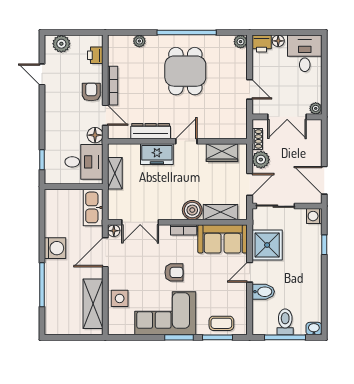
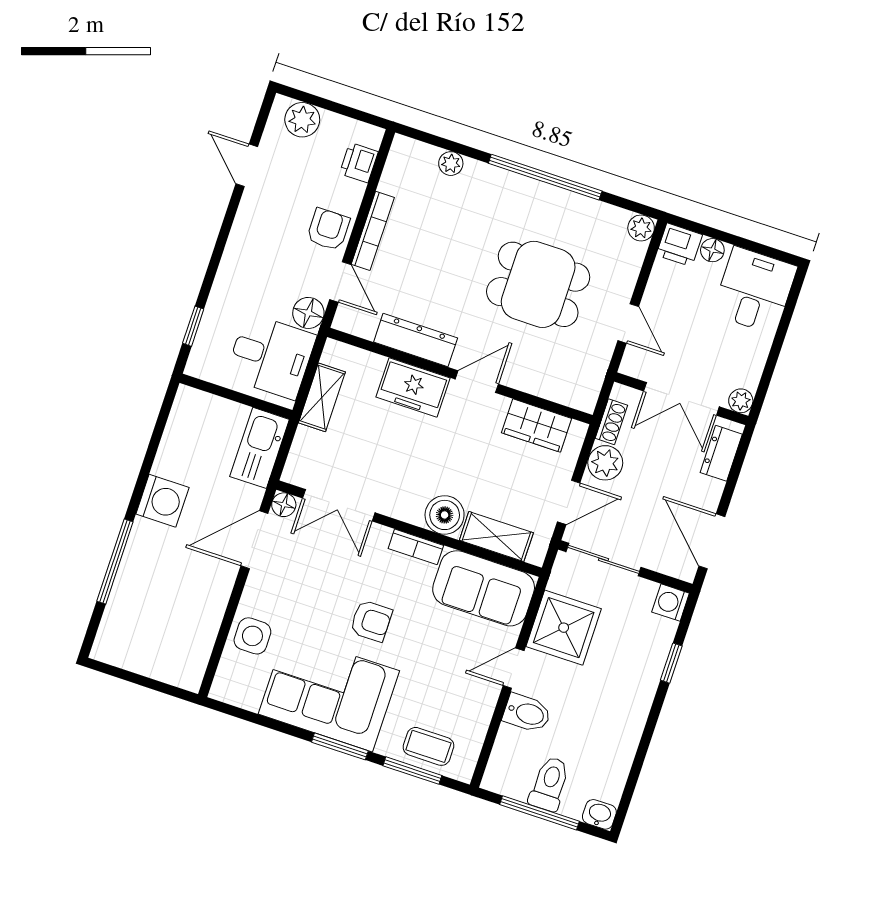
dining table: (185, 71) -> (538, 284), moved, turned 90
dresser: (315, 137) -> (721, 453), added
shelving: (93, 304) -> (199, 629), removed

